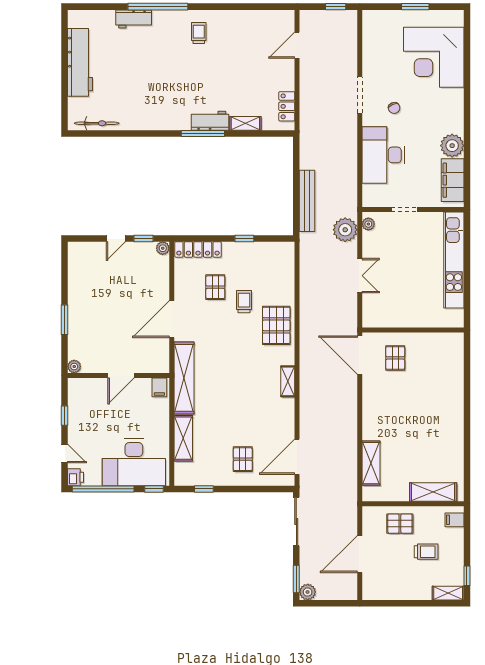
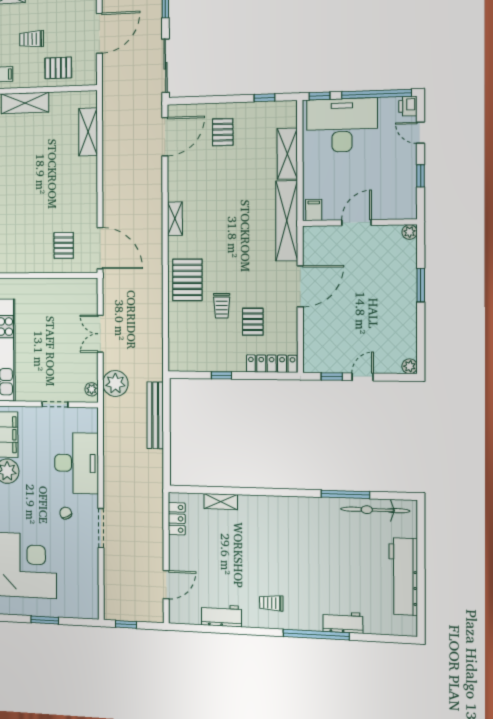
trolley: (199, 33) -> (271, 603), turned 90
workbench: (210, 121) -> (221, 616), moved, turned 180
bicycle: (97, 123) -> (375, 510), width x1.37, depth x1.40
window: (203, 133) -> (345, 494), moved
plant: (163, 248) -> (410, 366), moved

